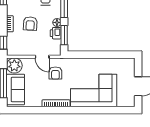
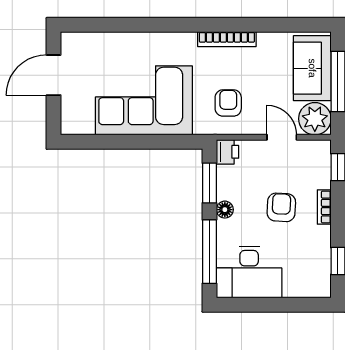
printer: (56, 33) -> (228, 152), moved
door: (42, 57) -> (282, 137), moved
corner sofa: (94, 90) -> (144, 100), moved, turned 180

